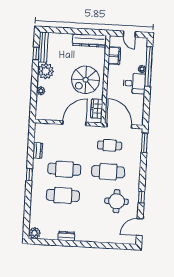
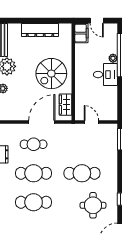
dresser: (89, 40) -> (40, 30), moved
filing cabinet: (114, 56) -> (81, 33), moved
door: (119, 126) -> (91, 122), width x0.53
cafe table: (110, 145) -> (34, 144), moved

